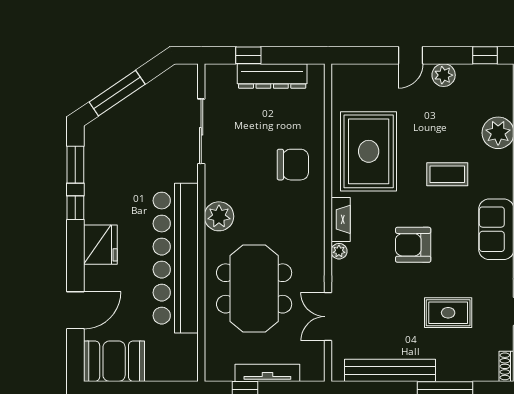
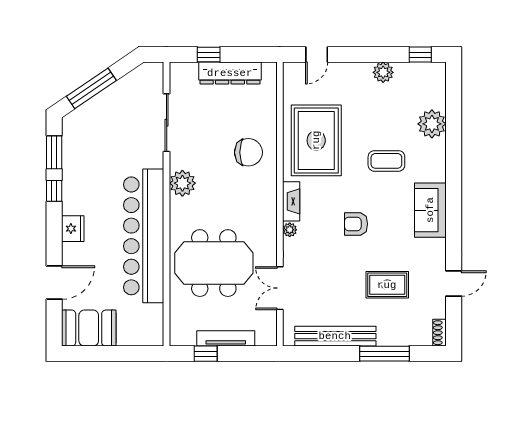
door: (411, 55) -> (317, 55), moved
plant: (219, 216) -> (182, 183), moved
fridge: (100, 245) -> (73, 229), width x0.73, depth x0.75
armchair: (413, 245) -> (356, 224), width x0.72, depth x0.72
meeting table: (254, 288) -> (214, 263), turned 90

